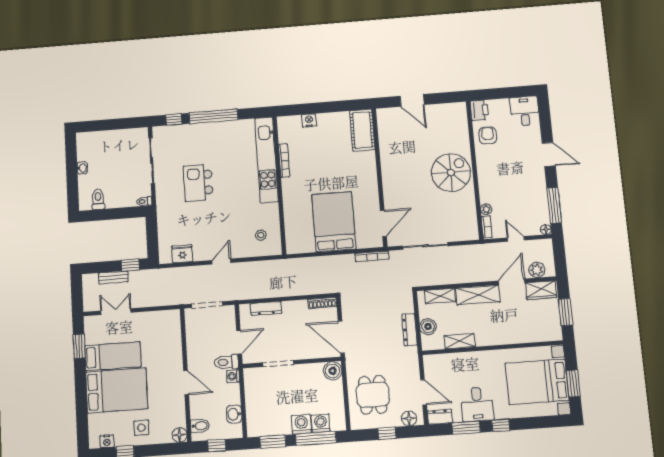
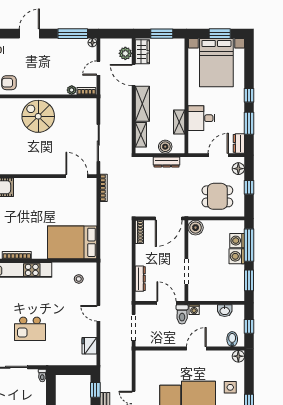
bed: (334, 222) -> (72, 242), moved
desk: (477, 404) -> (202, 118), moved, turned 180

